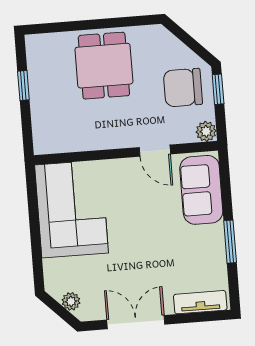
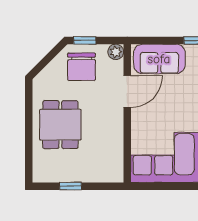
dining table: (104, 66) -> (60, 125), turned 90
door: (155, 151) -> (127, 91), width x1.38

